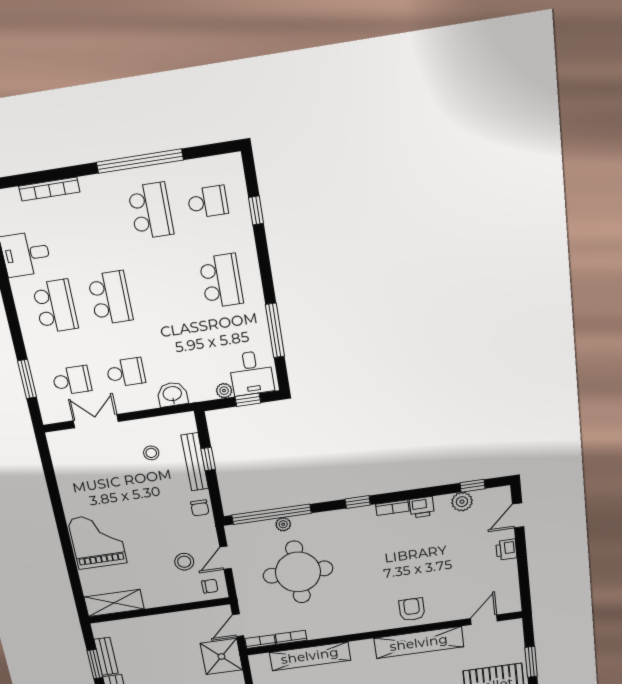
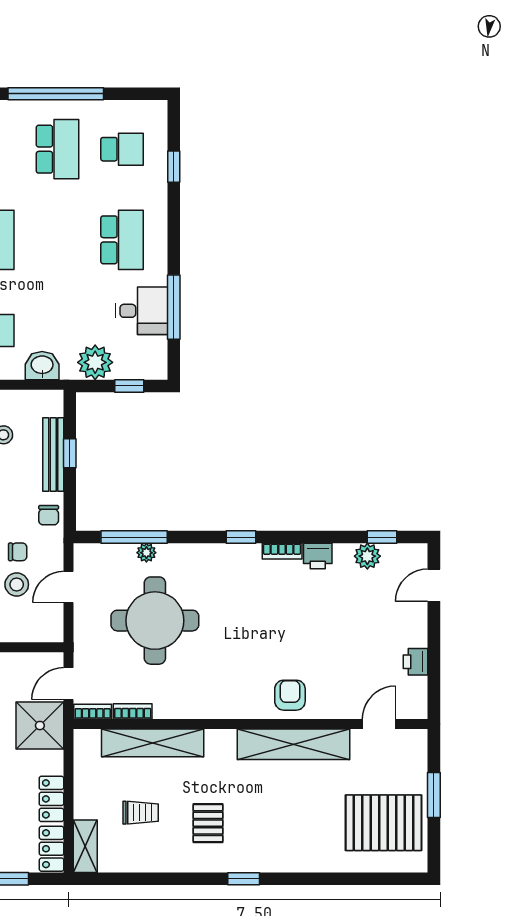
desk: (251, 373) -> (142, 311), moved, turned -90
plant: (224, 391) -> (95, 362), width x1.88, depth x1.88
window: (271, 514) -> (134, 537), width x0.68
printer: (506, 550) -> (416, 662), moved
chair: (210, 586) -> (18, 552), moved

